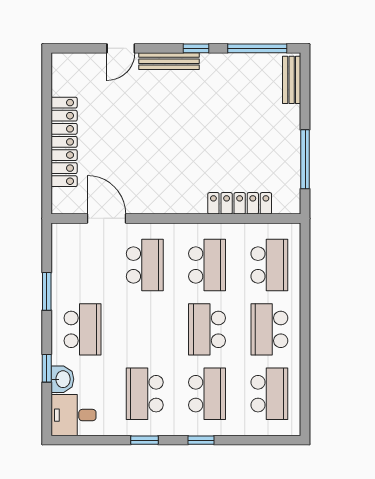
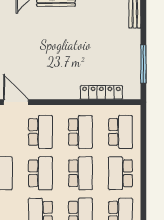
school desk: (145, 329) -> (40, 173), added
school desk: (207, 329) -> (80, 173), turned 180

